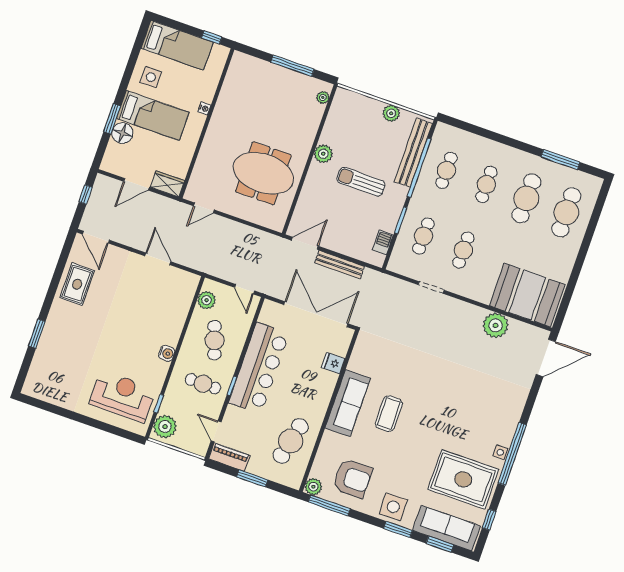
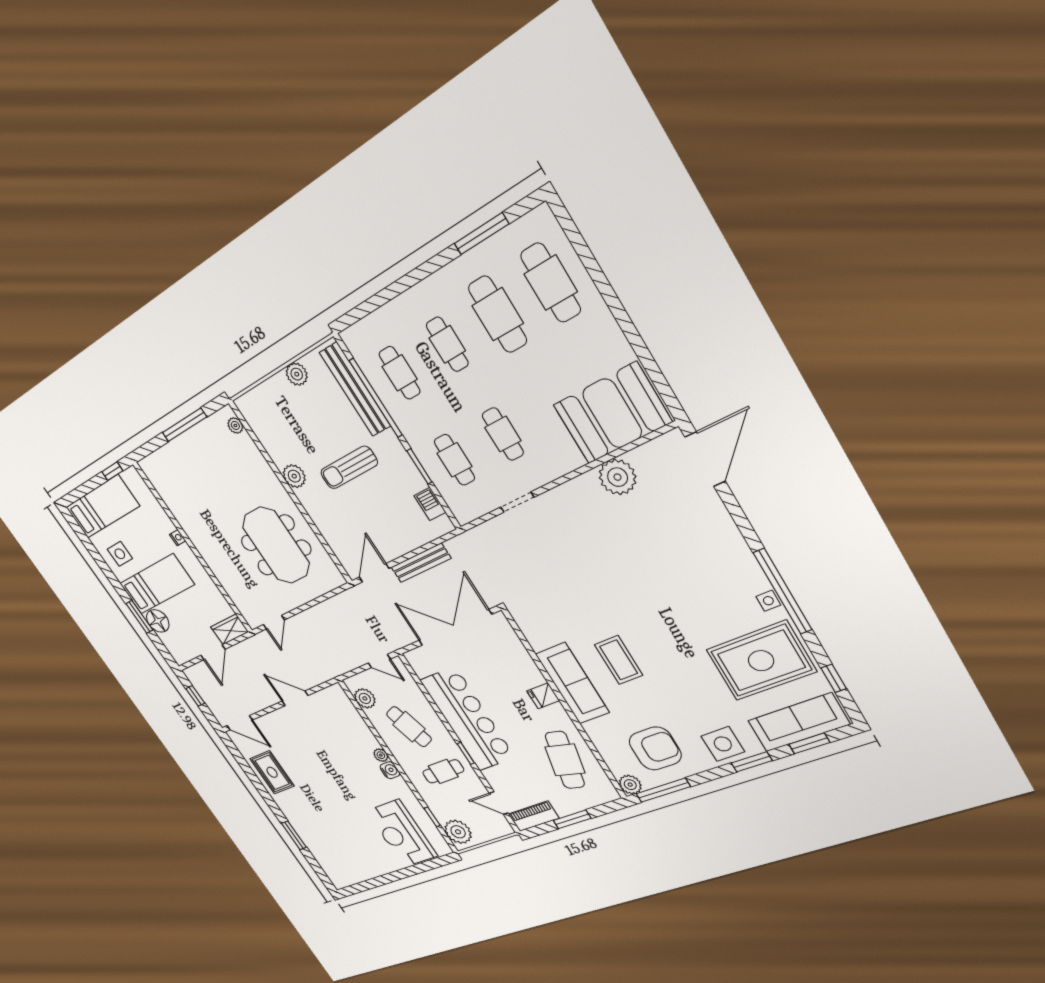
meeting table: (263, 173) -> (276, 545), turned 90
plant: (173, 340) -> (381, 755), added
fridge: (333, 363) -> (543, 696), moved
reception desk: (123, 396) -> (402, 833), turned -90

